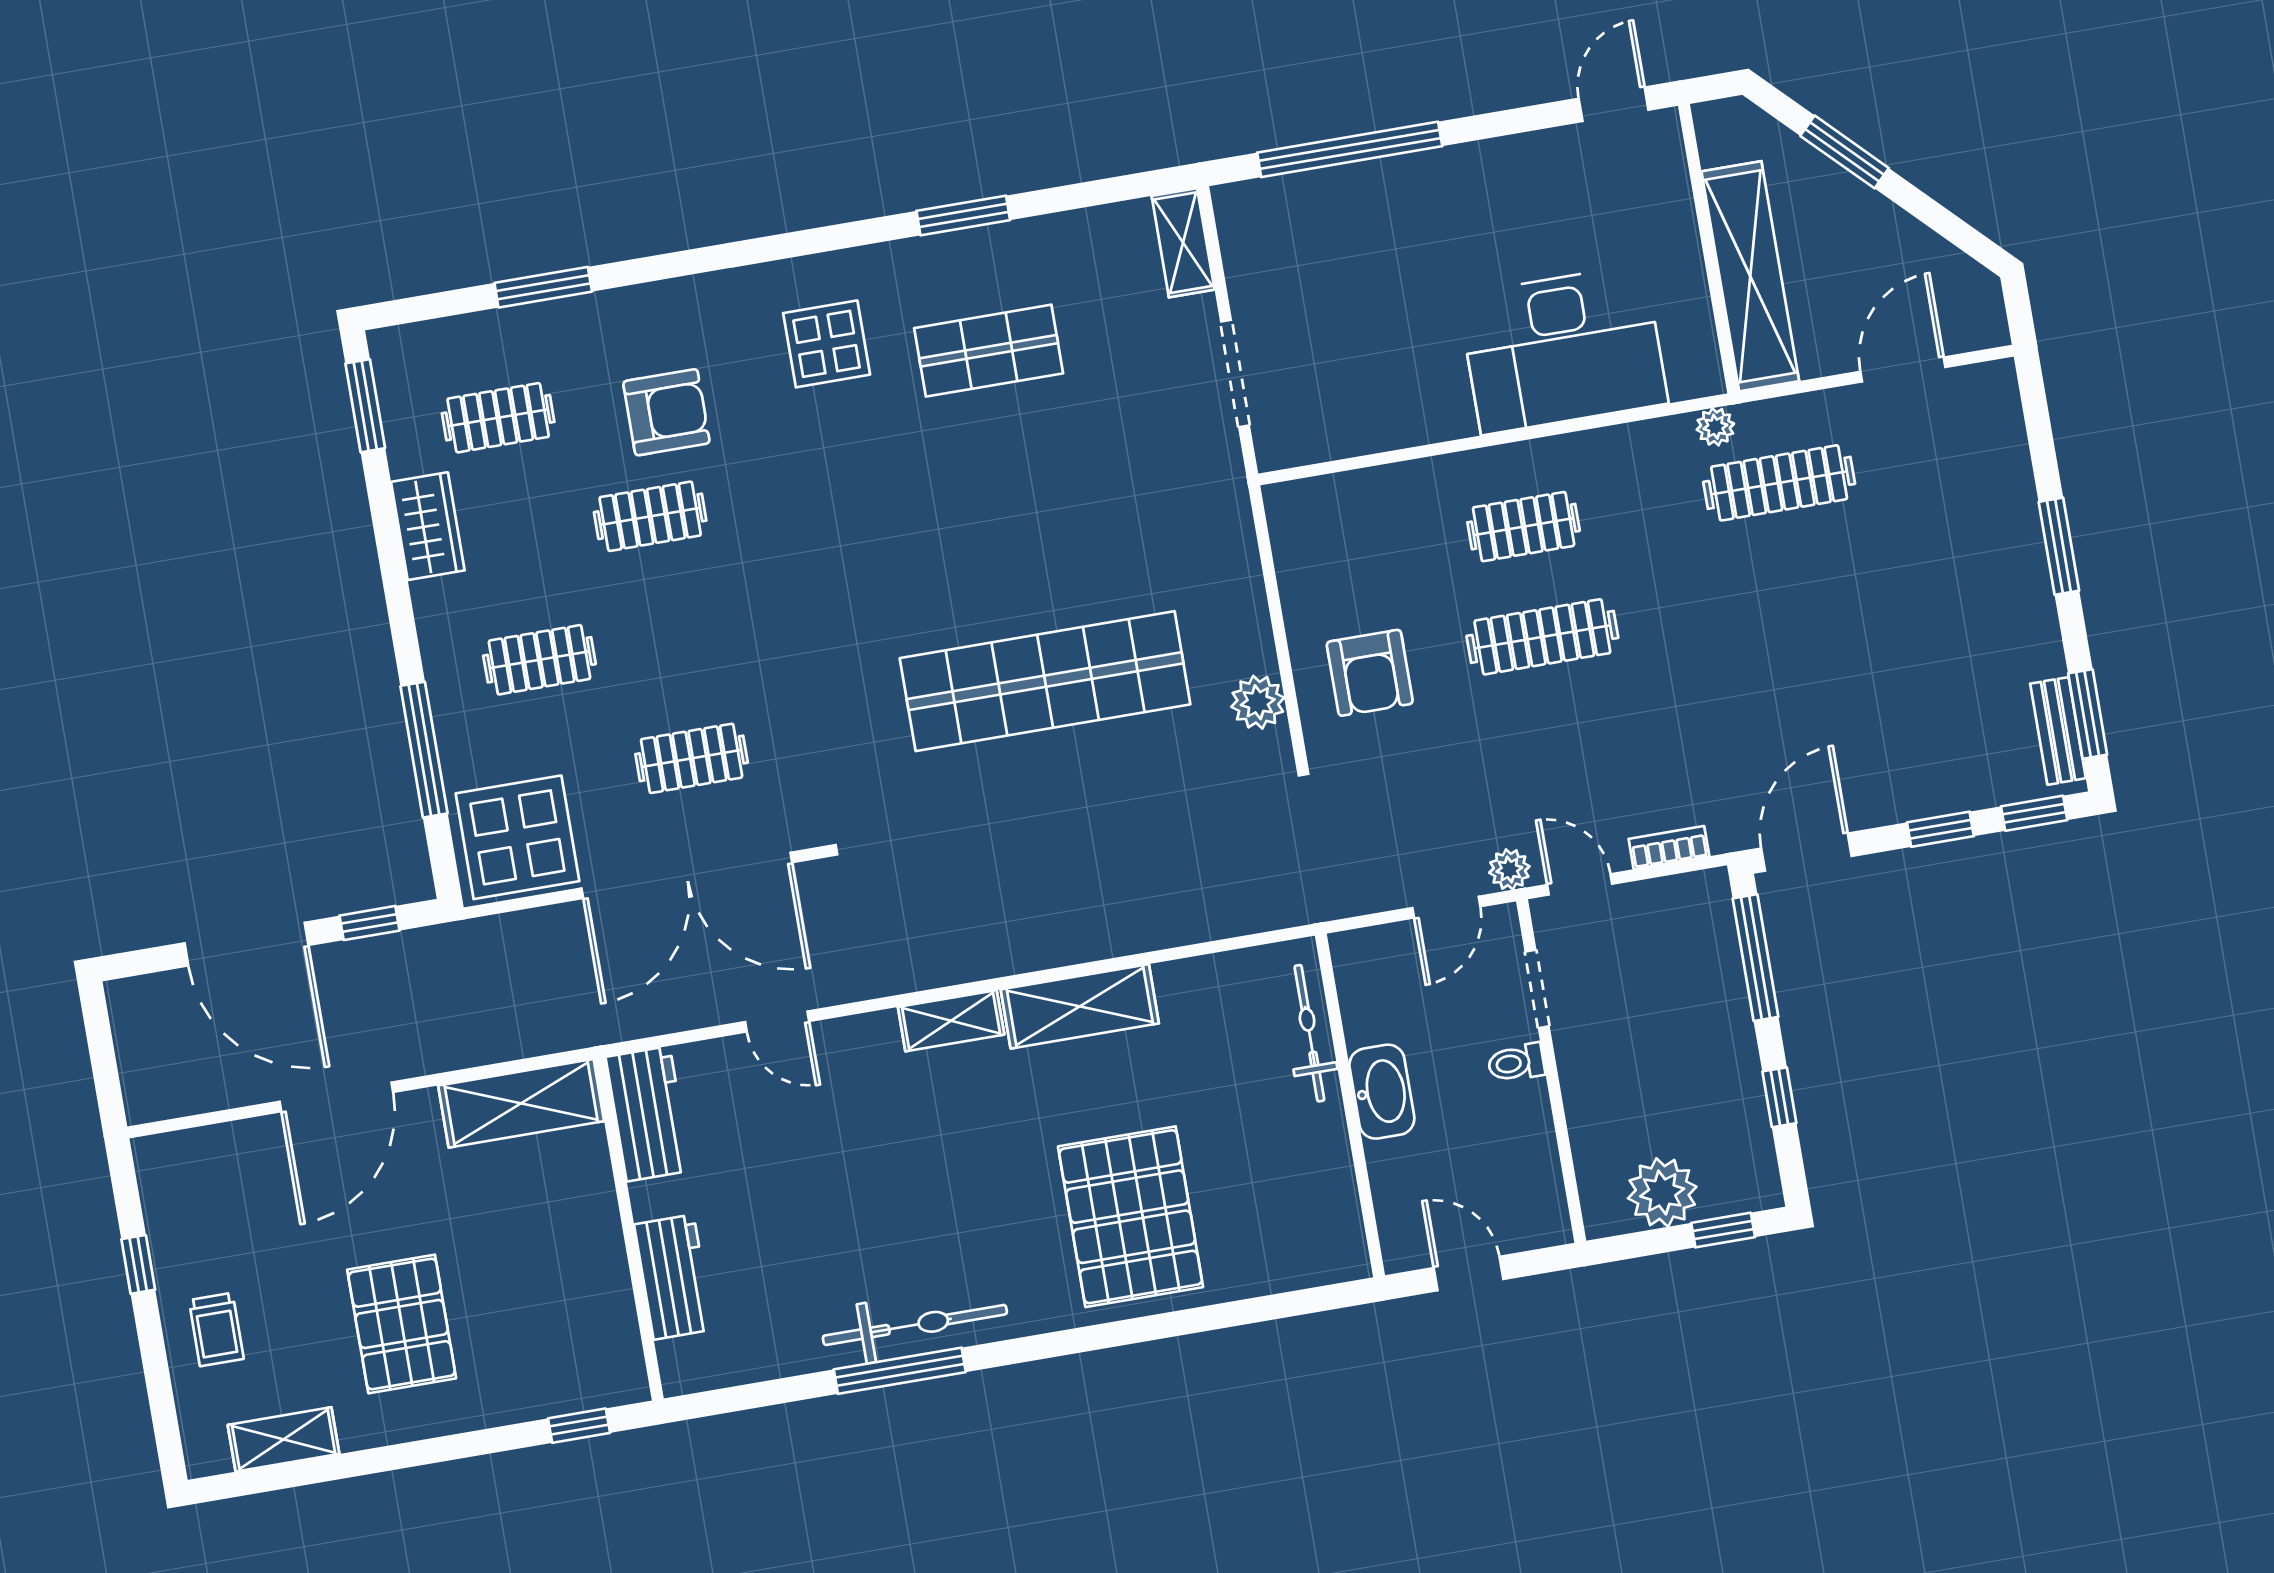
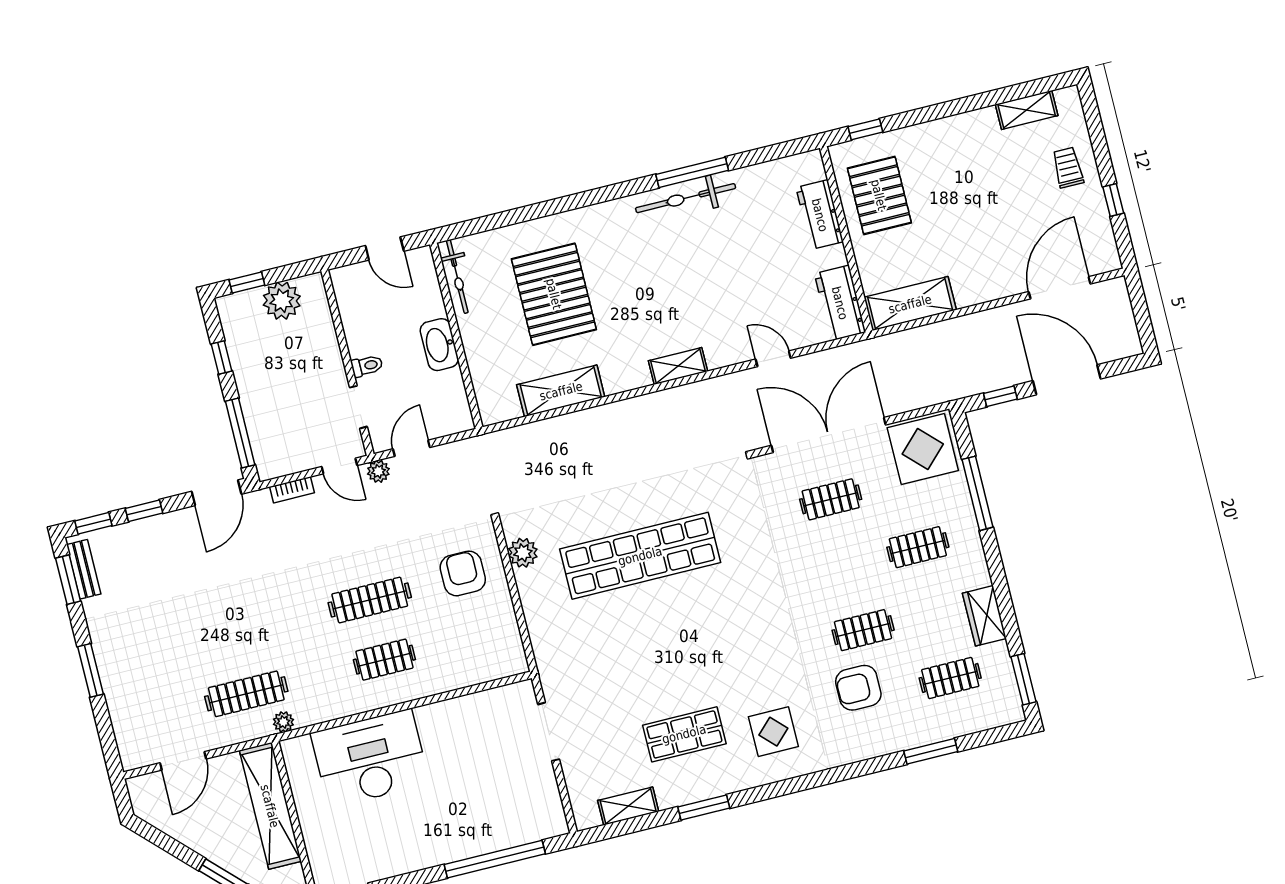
shelving: (1183, 243) -> (628, 806), moved, turned 90
shelving: (1080, 1006) -> (561, 391), moved
bicycle: (1309, 1033) -> (457, 276), moved
door: (336, 1097) -> (1060, 288), moved
pallet: (1131, 1217) -> (554, 294), moved
pallet: (402, 1324) -> (879, 195), moved

